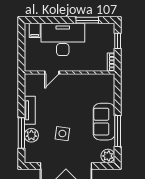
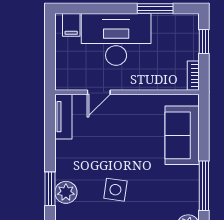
tv unit: (30, 110) -> (63, 117), moved
sofa: (104, 122) -> (182, 135), moved
window: (21, 133) -> (50, 189), width x0.69

